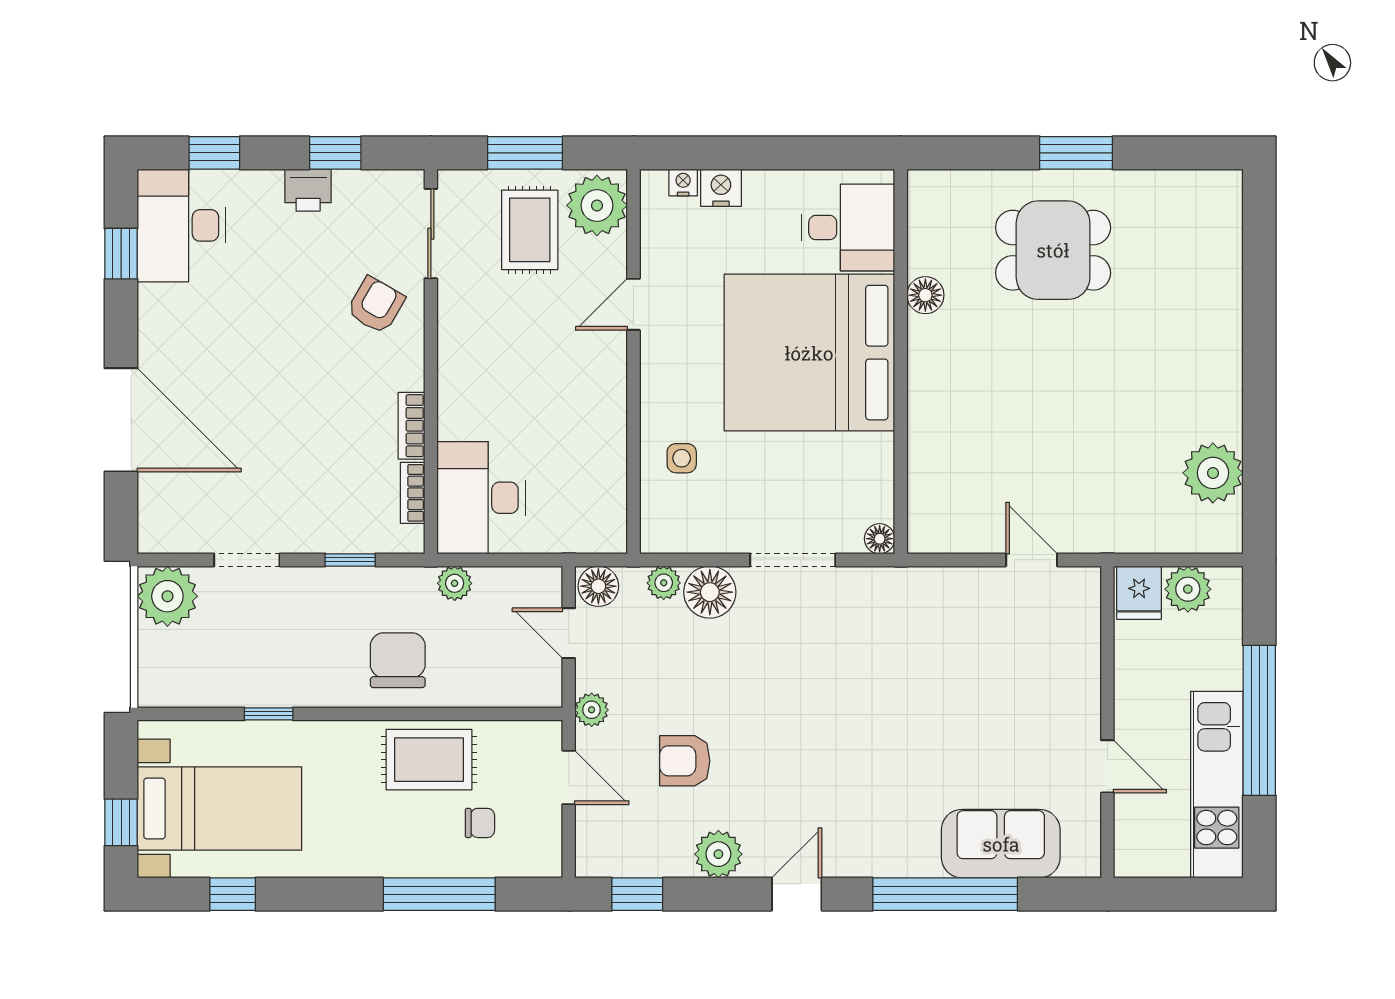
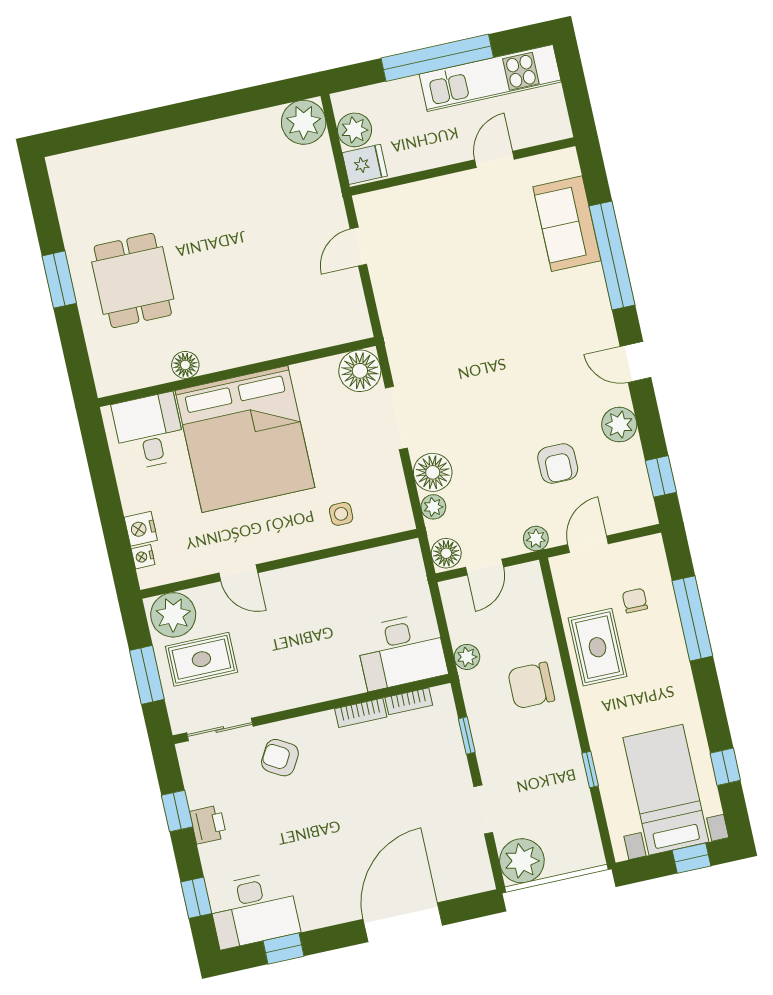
plant: (1213, 473) -> (304, 122), moved
floor lamp: (880, 539) -> (360, 371), width x1.89, depth x1.89

